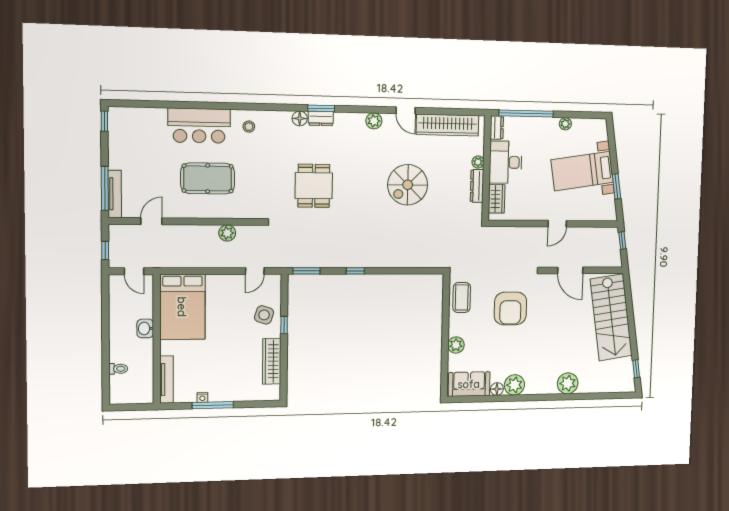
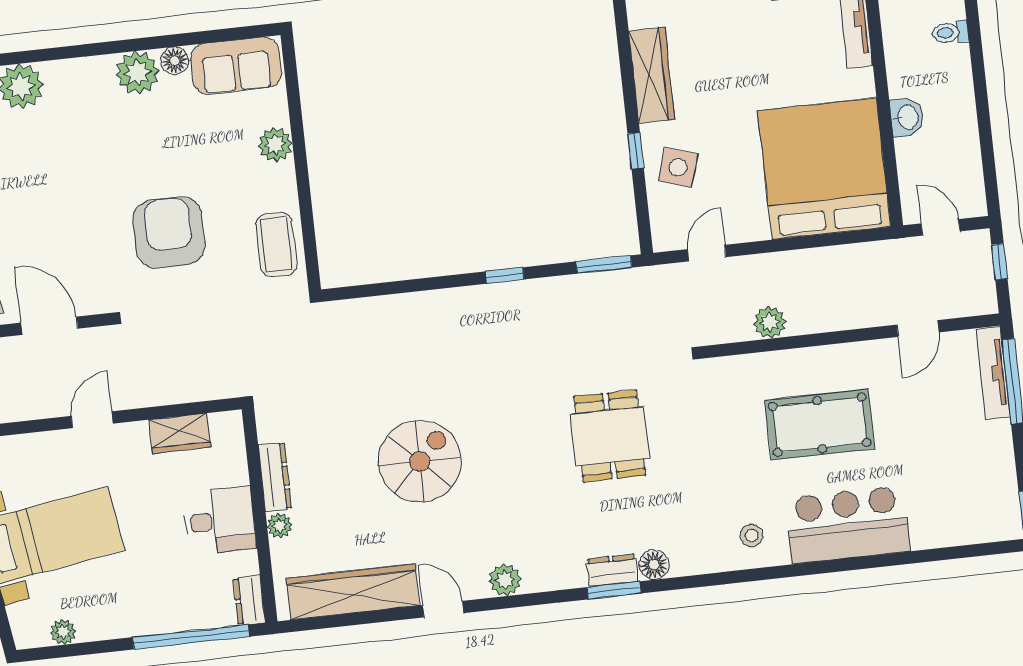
plant: (565, 124) -> (63, 632), moved
desk: (506, 162) -> (220, 521), width x0.73
wardrobe: (497, 199) -> (180, 433), moved, turned -90
bed: (182, 307) -> (824, 169), width x1.36

